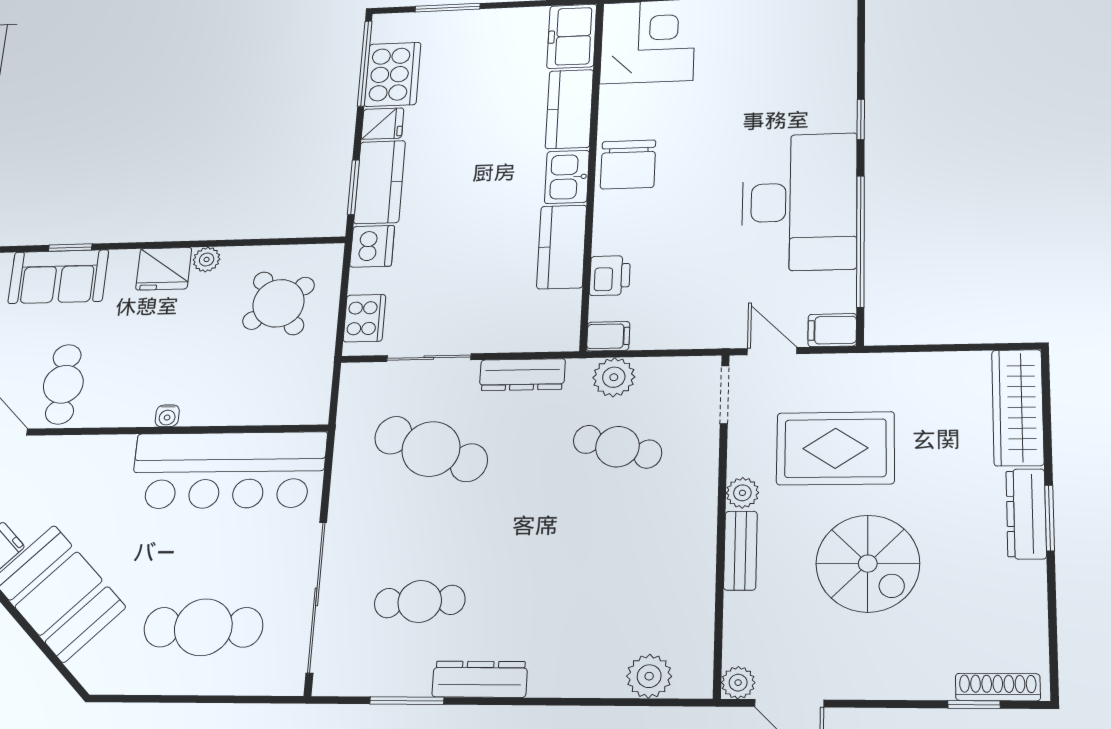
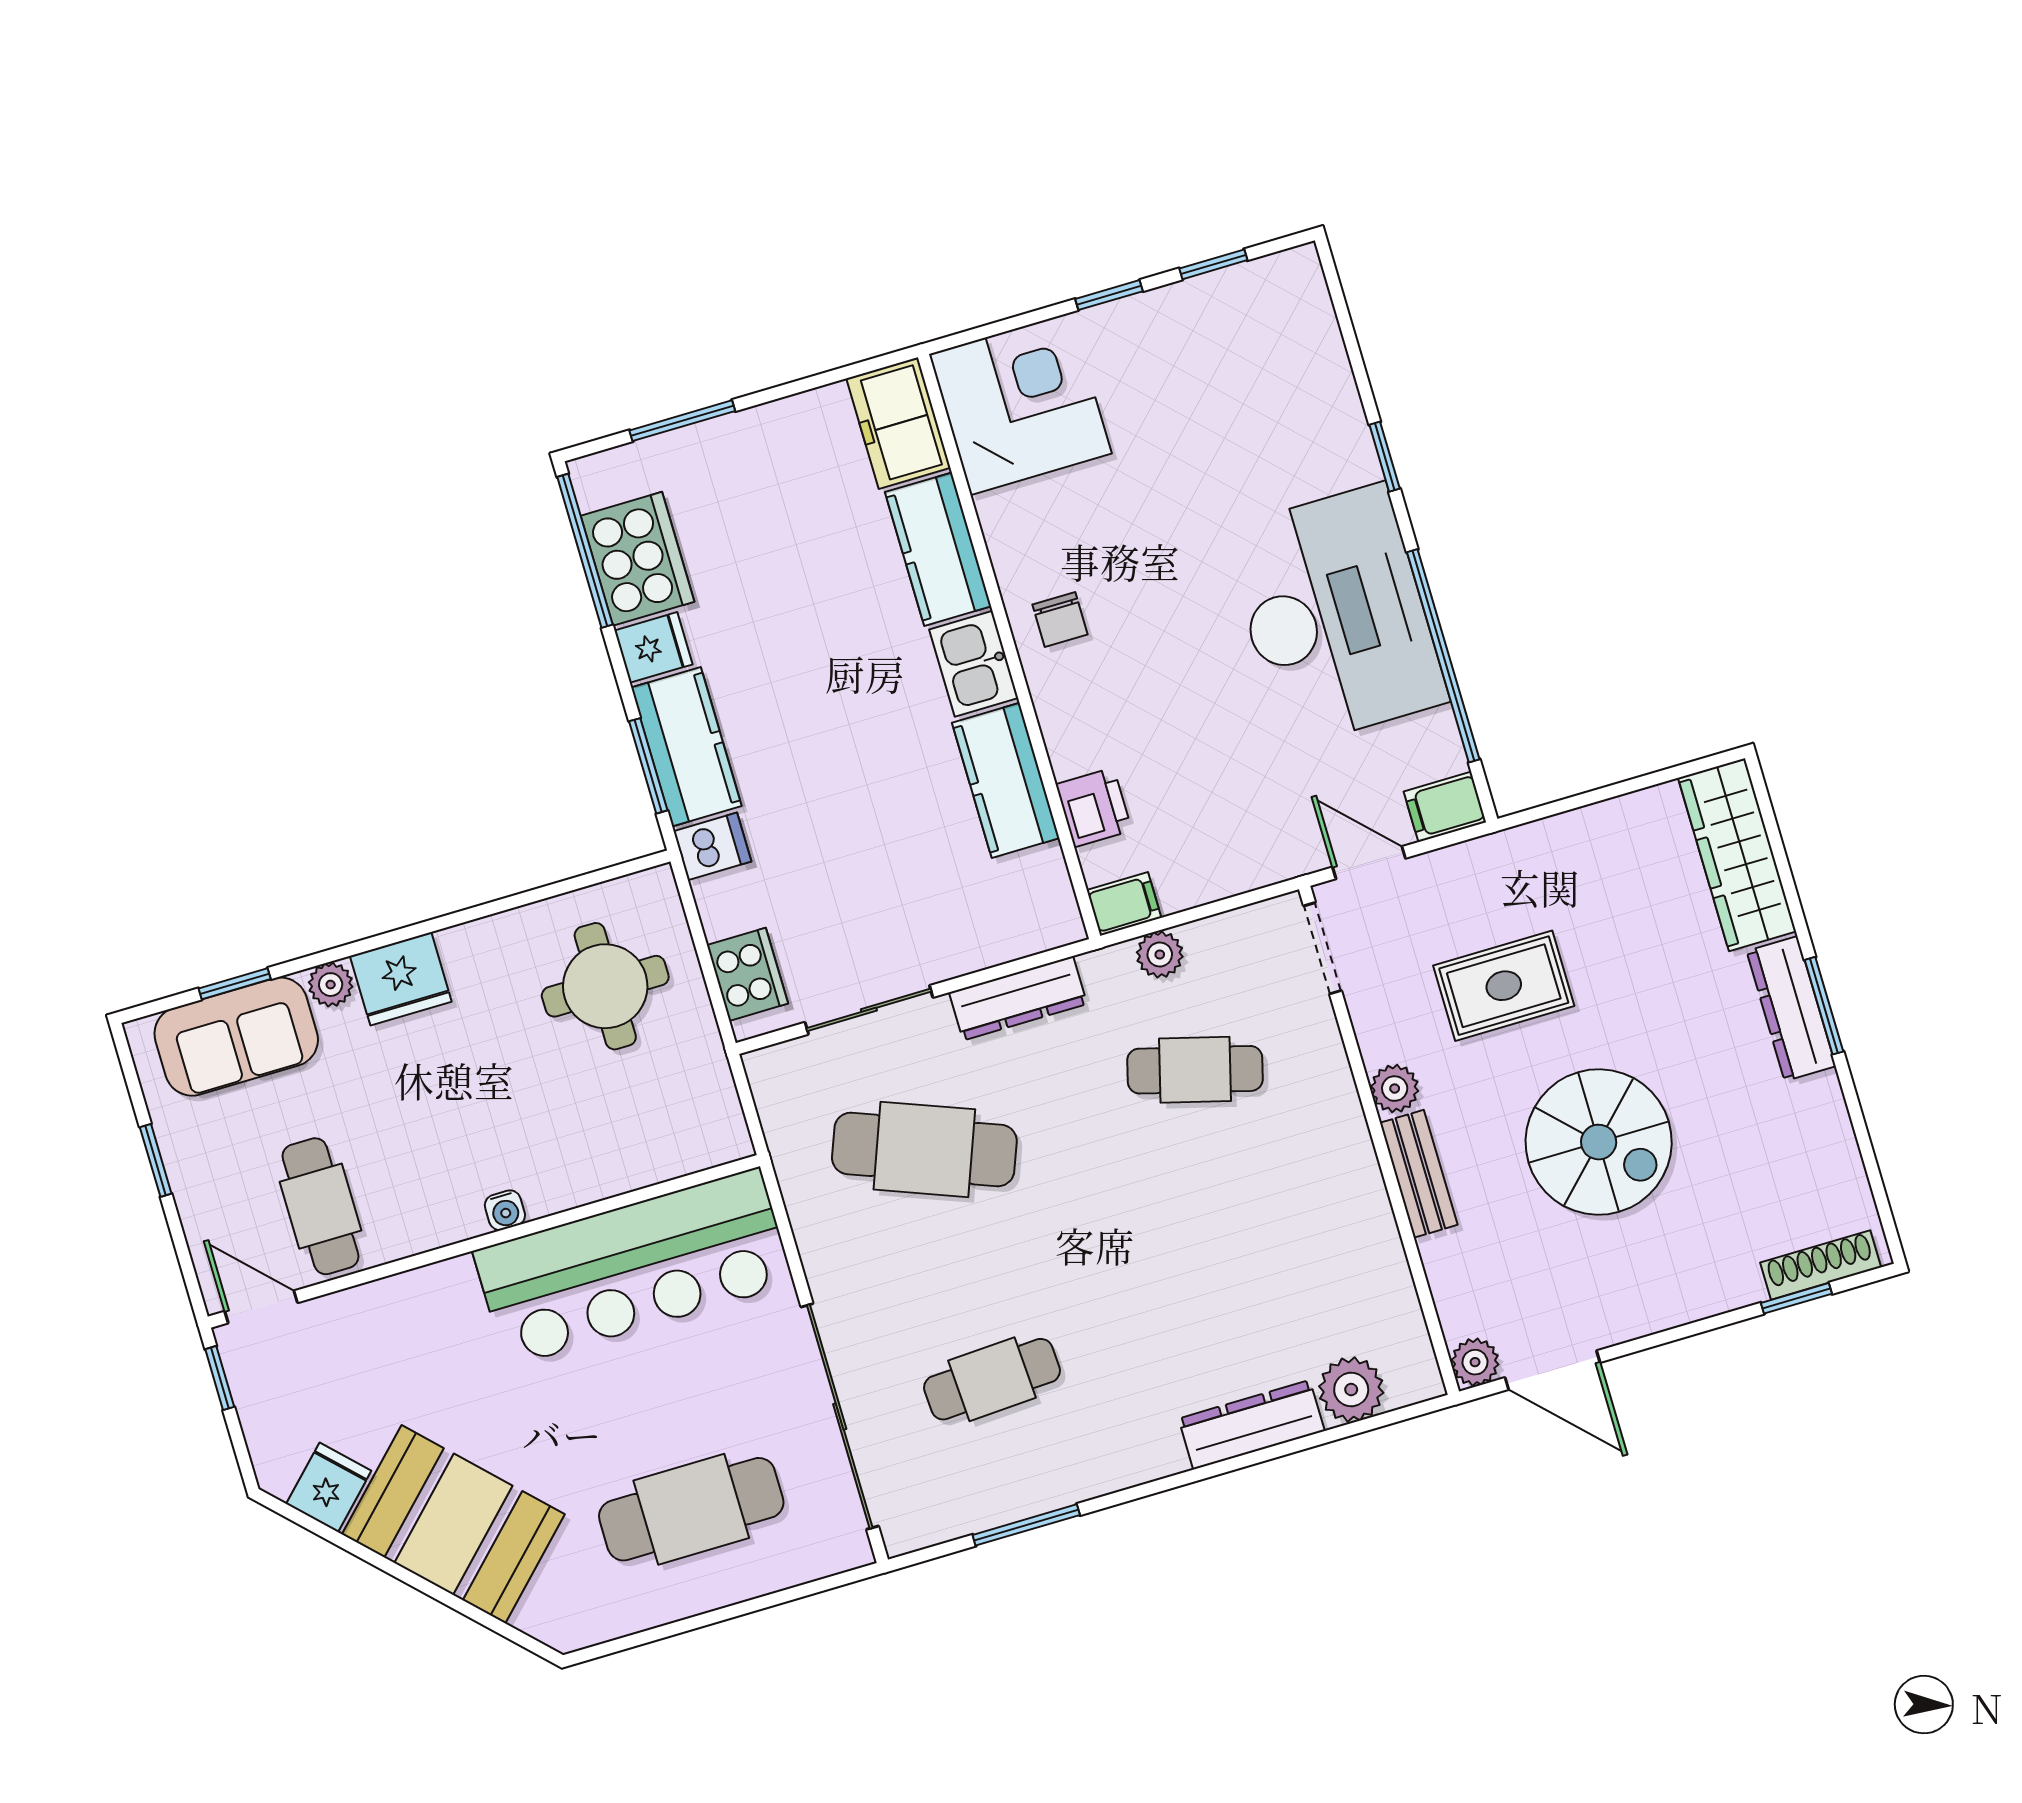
chair: (628, 164) -> (1060, 619), width x0.54, depth x0.54
dishwasher: (372, 246) -> (712, 846), width x0.73
plant: (207, 259) -> (331, 985), moved
round table: (278, 303) -> (605, 986), turned 36
plant: (614, 377) -> (1160, 954), width x0.73, depth x0.73
rug: (835, 448) -> (1504, 986), width x0.73, depth x0.70
dresser: (480, 679) -> (1252, 1425), moved

